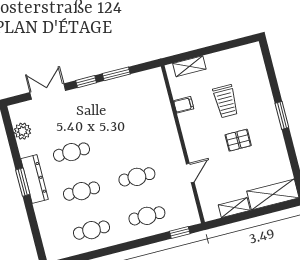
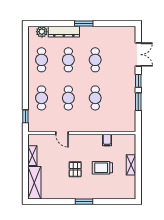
shelving: (189, 66) -> (131, 165), moved
plant: (22, 131) -> (42, 32), moved
cafe table: (127, 138) -> (95, 98), added
dresser: (35, 179) -> (64, 32), moved

